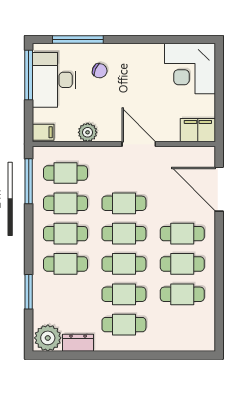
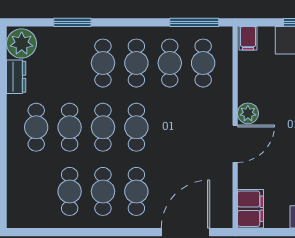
plant: (88, 132) -> (248, 113), moved
cafe table: (124, 203) -> (170, 127), removed

